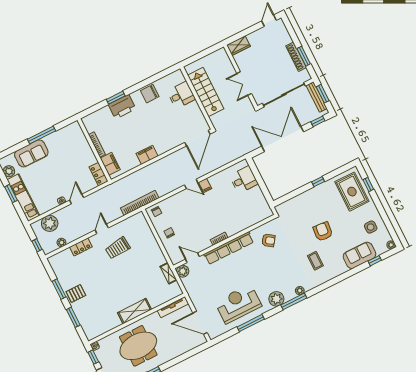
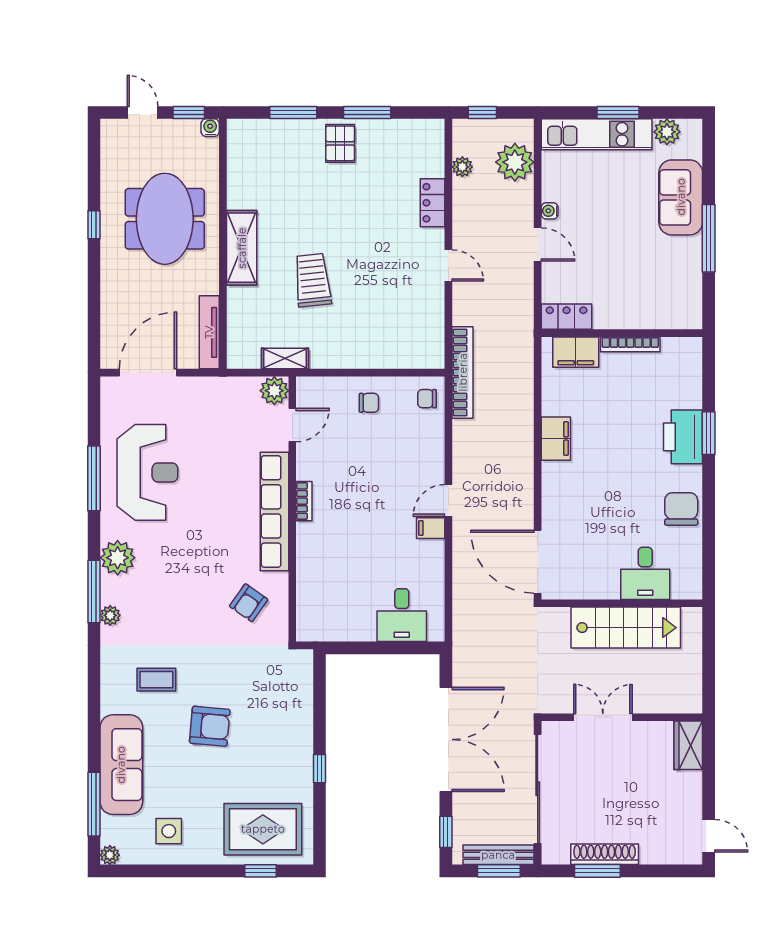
trolley: (118, 248) -> (313, 280), moved
sofa: (359, 255) -> (121, 765), width x1.36
window: (375, 261) -> (94, 804), width x2.17

